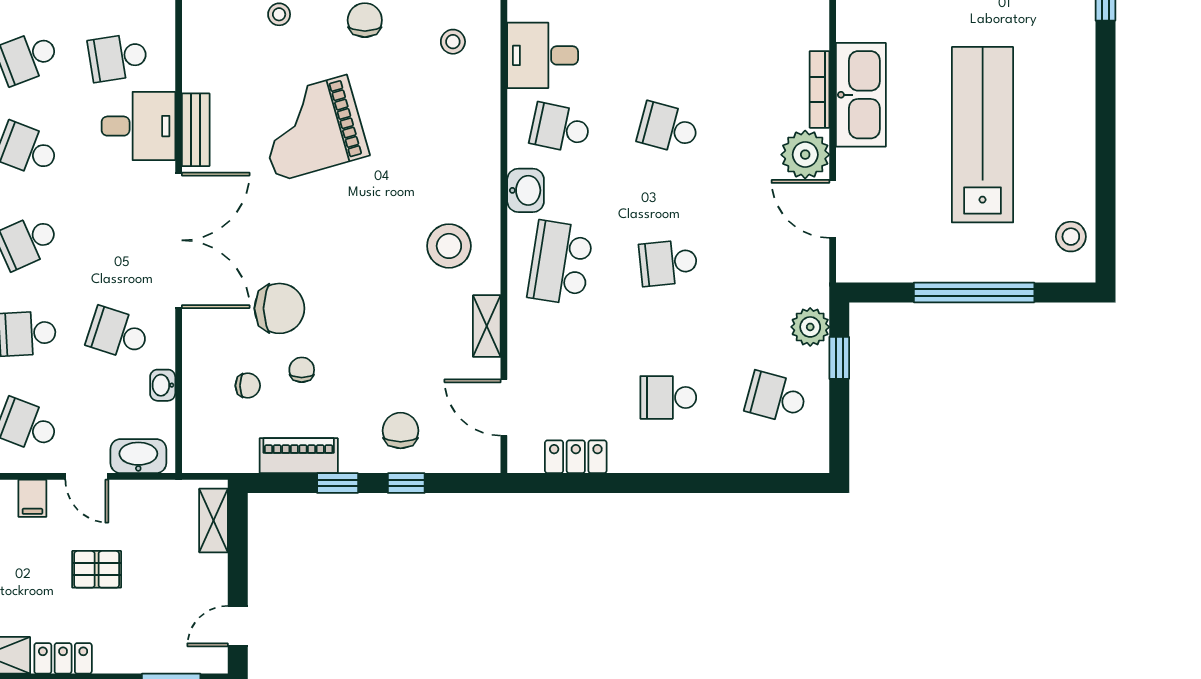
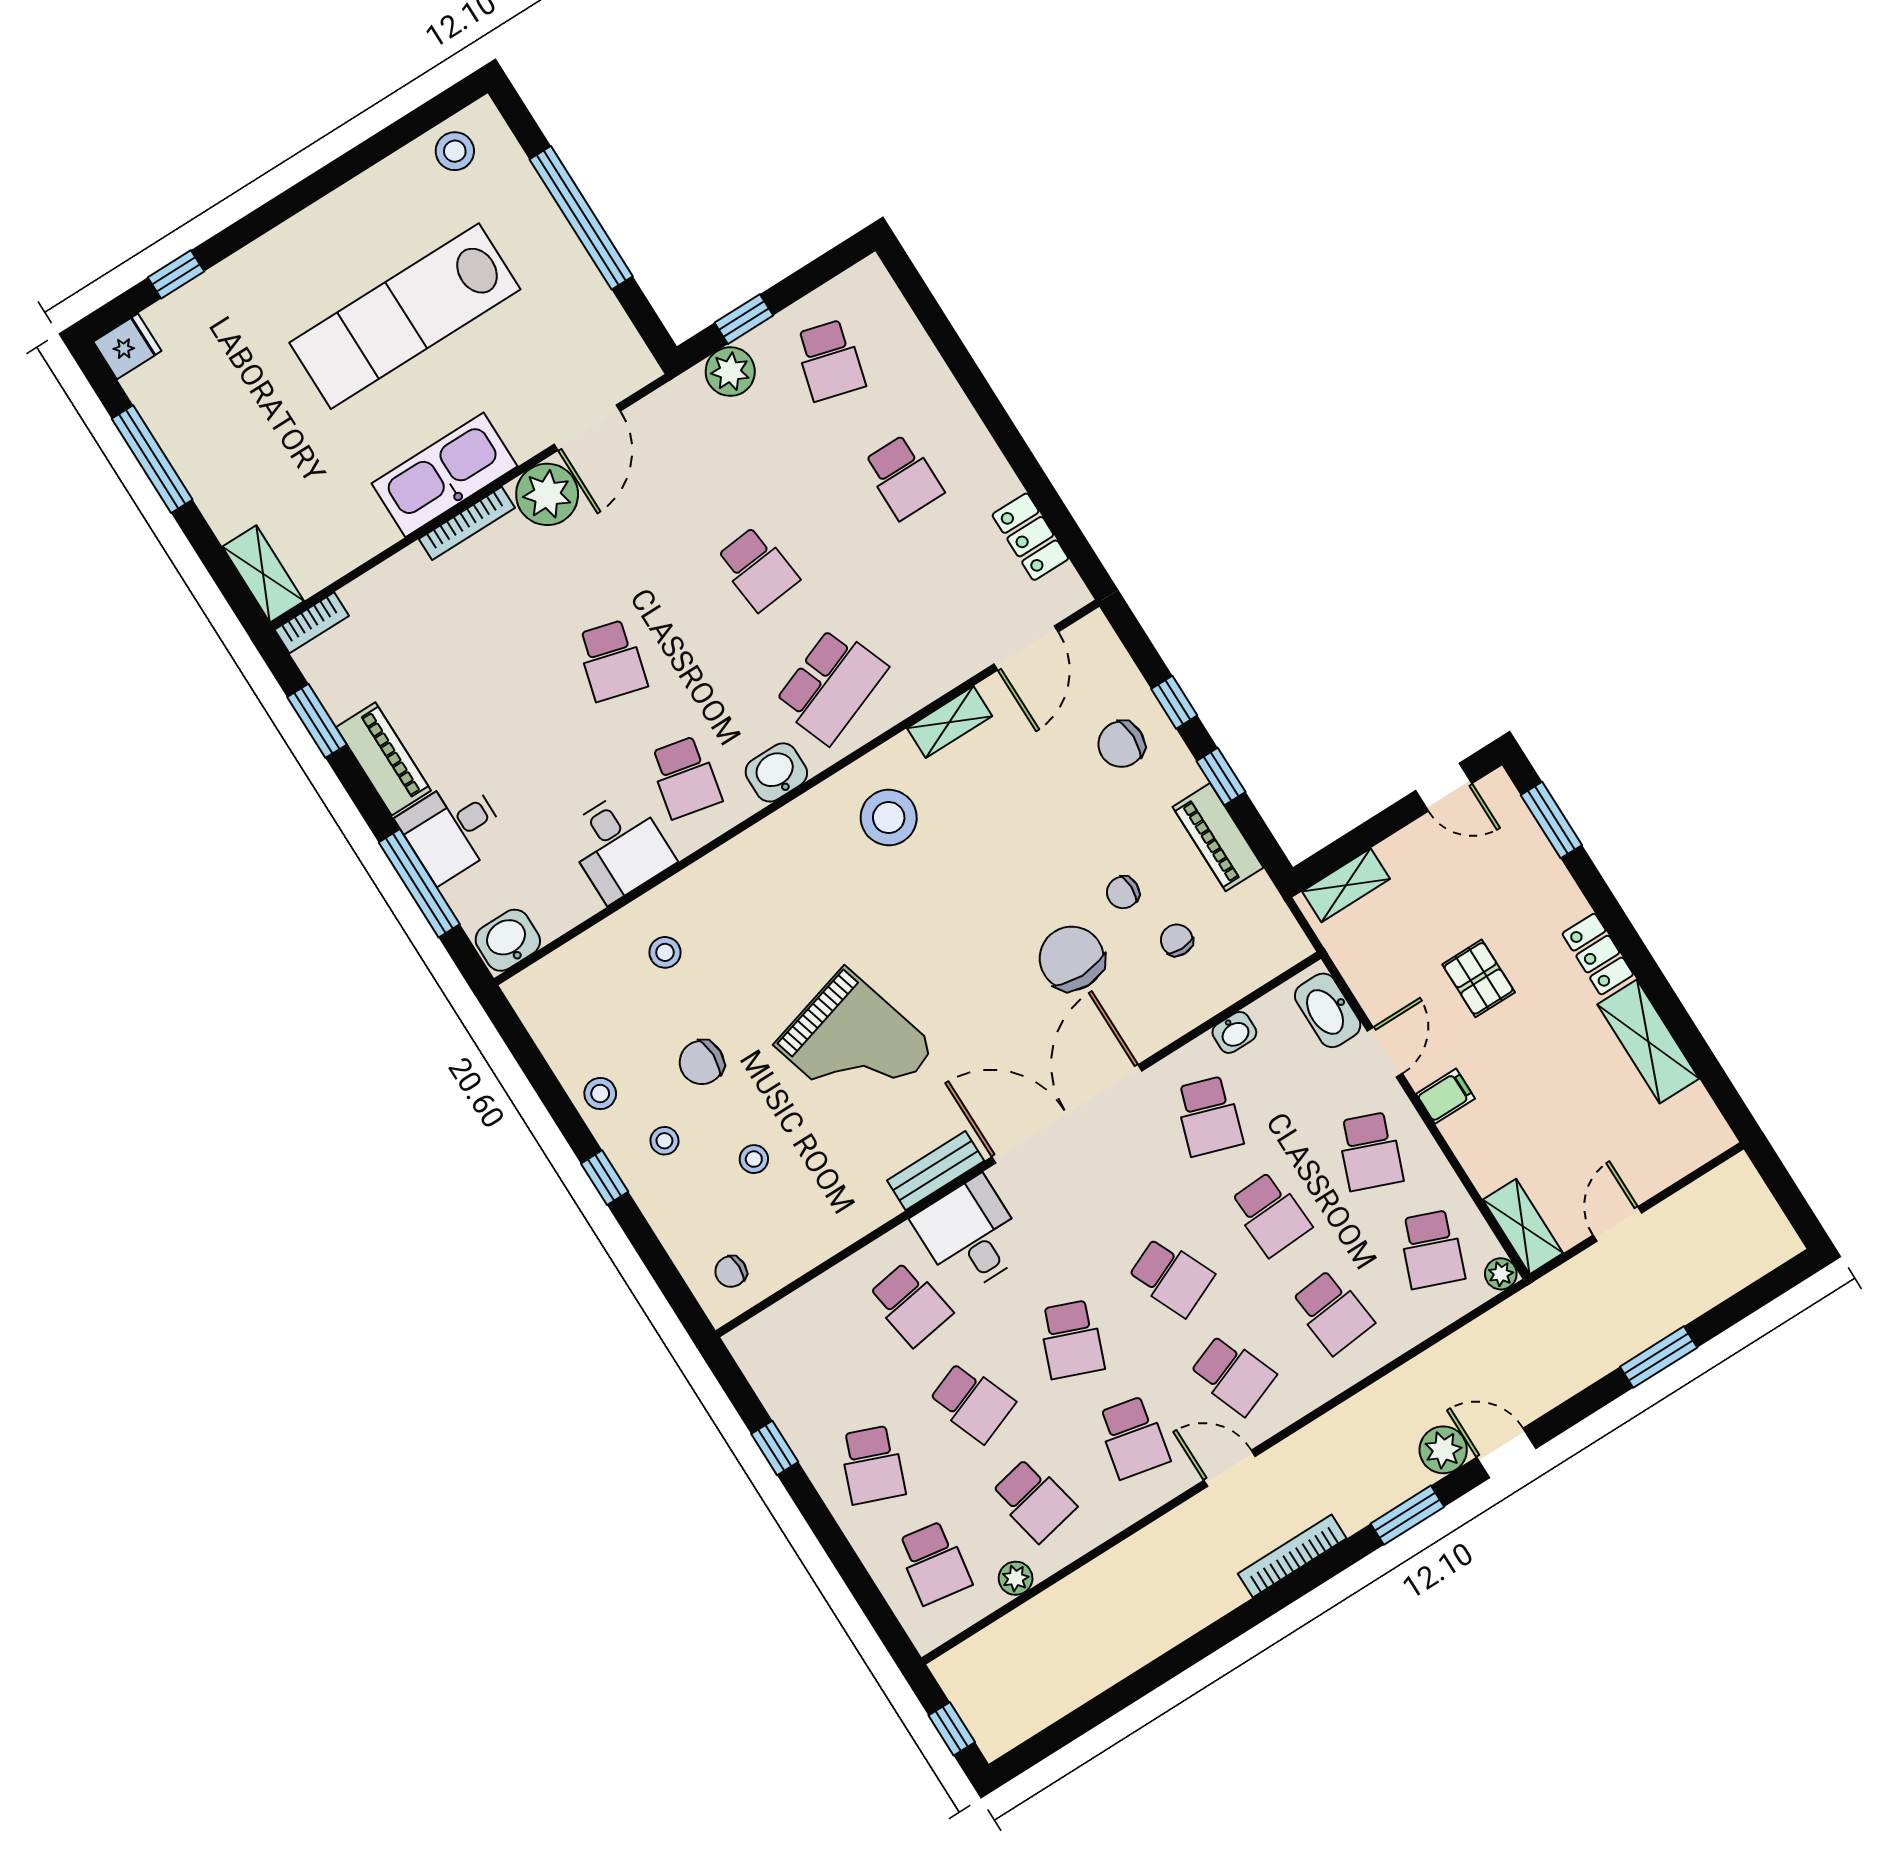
school desk: (560, 263) -> (831, 685), turned -30

